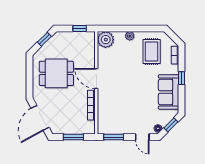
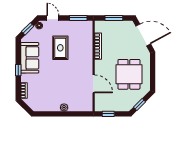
plant: (106, 40) -> (85, 104), removed
rug: (152, 51) -> (60, 48), moved
dining table: (56, 73) -> (129, 74), turned 90
door: (96, 78) -> (94, 84), moved
door: (40, 118) -> (143, 35), hinge flipped

